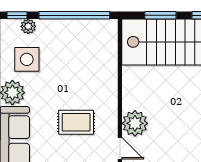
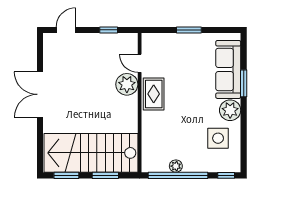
plant: (28, 26) -> (176, 166), moved
rug: (76, 122) -> (154, 94), moved, turned 90

